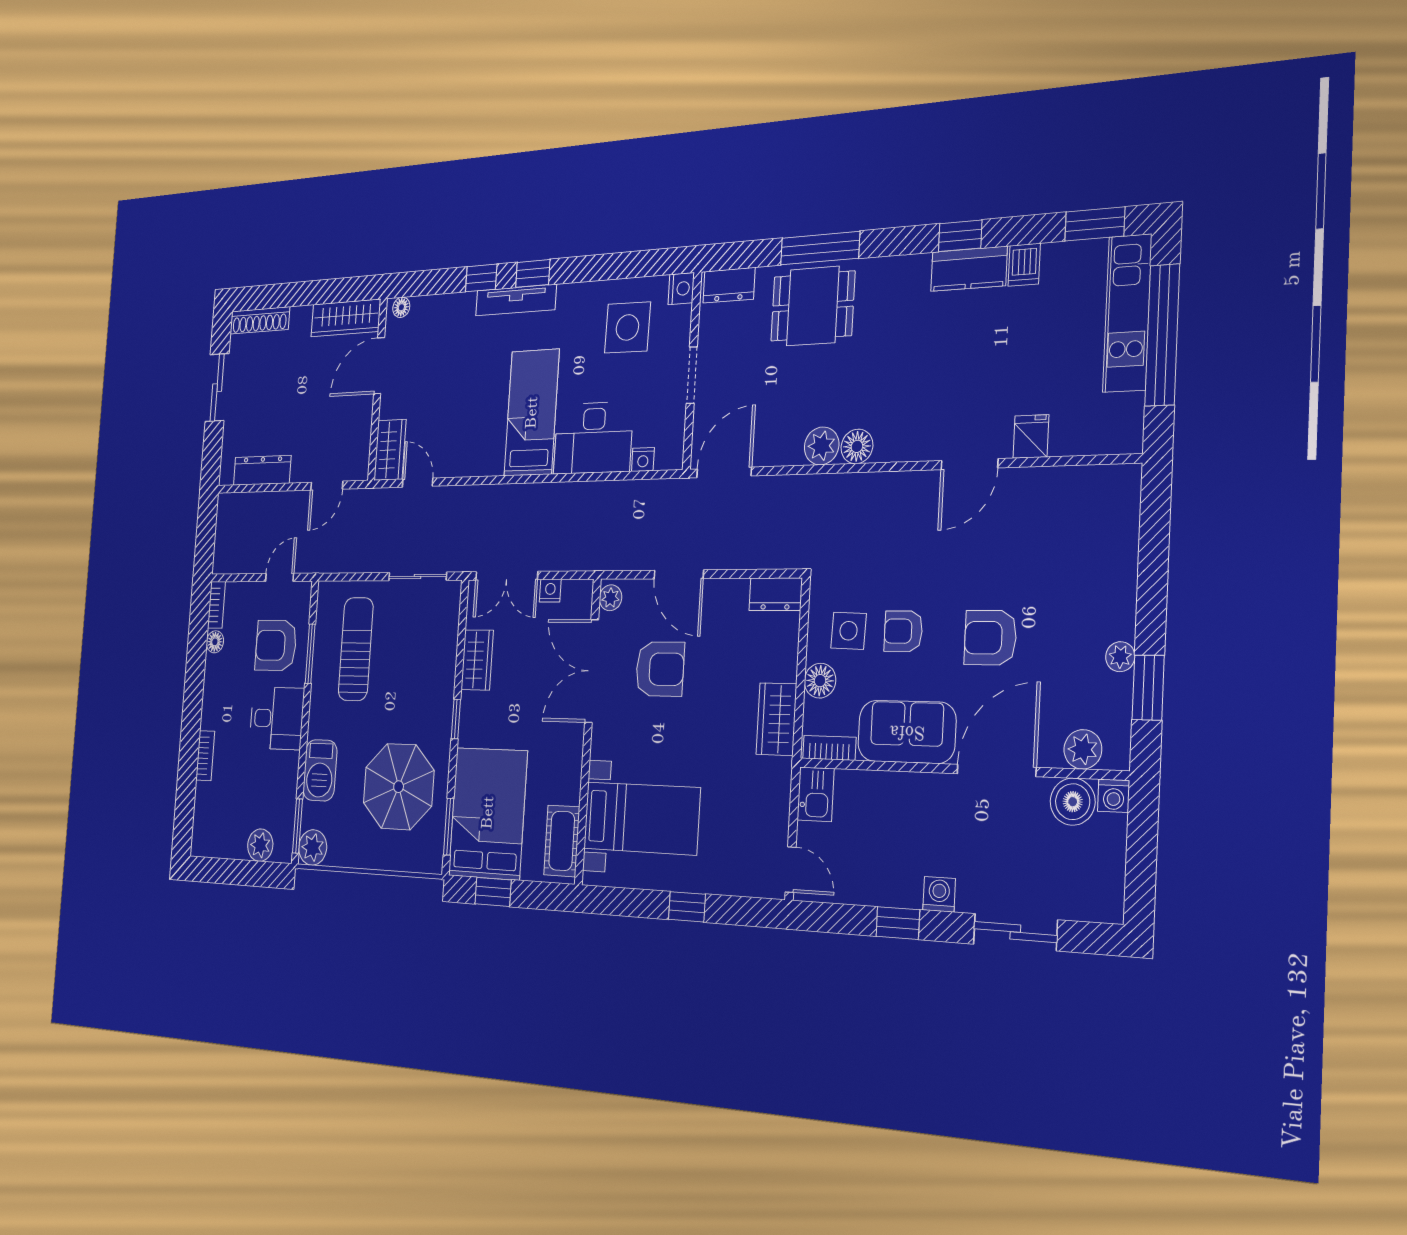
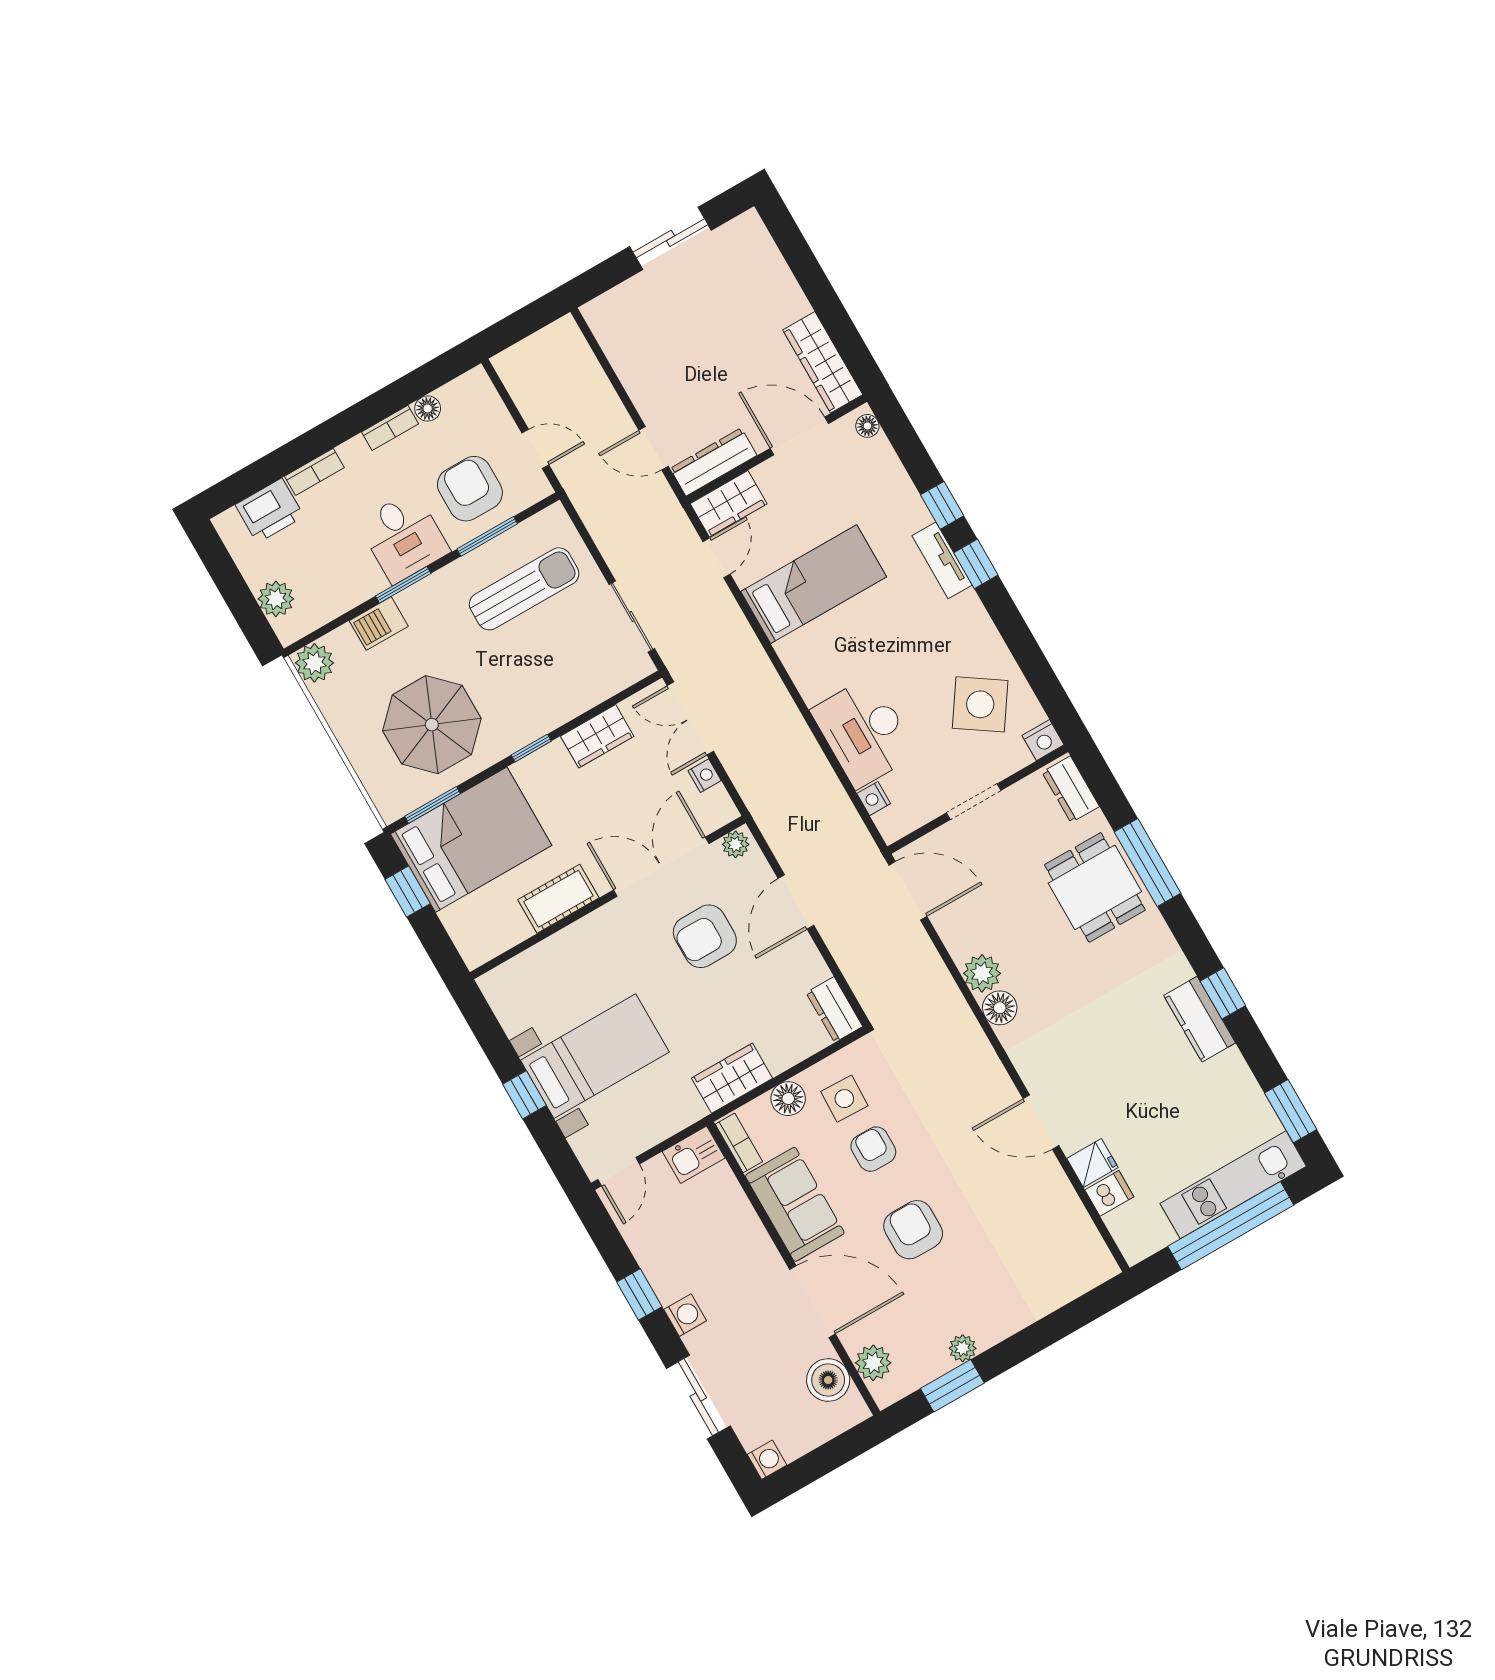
dishwasher: (1024, 265) -> (1109, 1193), moved, turned 180
tv unit: (516, 300) -> (942, 560), width x0.71
shoe rack: (260, 320) -> (764, 250), removed
side table: (627, 327) -> (980, 704), turned 33
bed: (532, 413) -> (814, 584), moved
dresser: (262, 470) -> (714, 462), moved, turned -90
bookcase: (216, 605) -> (390, 428), moved
armchair: (660, 669) -> (705, 936), turned 90
barbecue: (320, 770) -> (379, 623), width x0.73, depth x0.79
washing machine: (1114, 796) -> (767, 1460), moved, turned 180
printer: (209, 807) -> (270, 511), added
bed with nightstands: (641, 818) -> (595, 1056), moved, turned -90
window: (297, 826) -> (403, 585), moved
cot: (562, 841) -> (558, 899), moved

